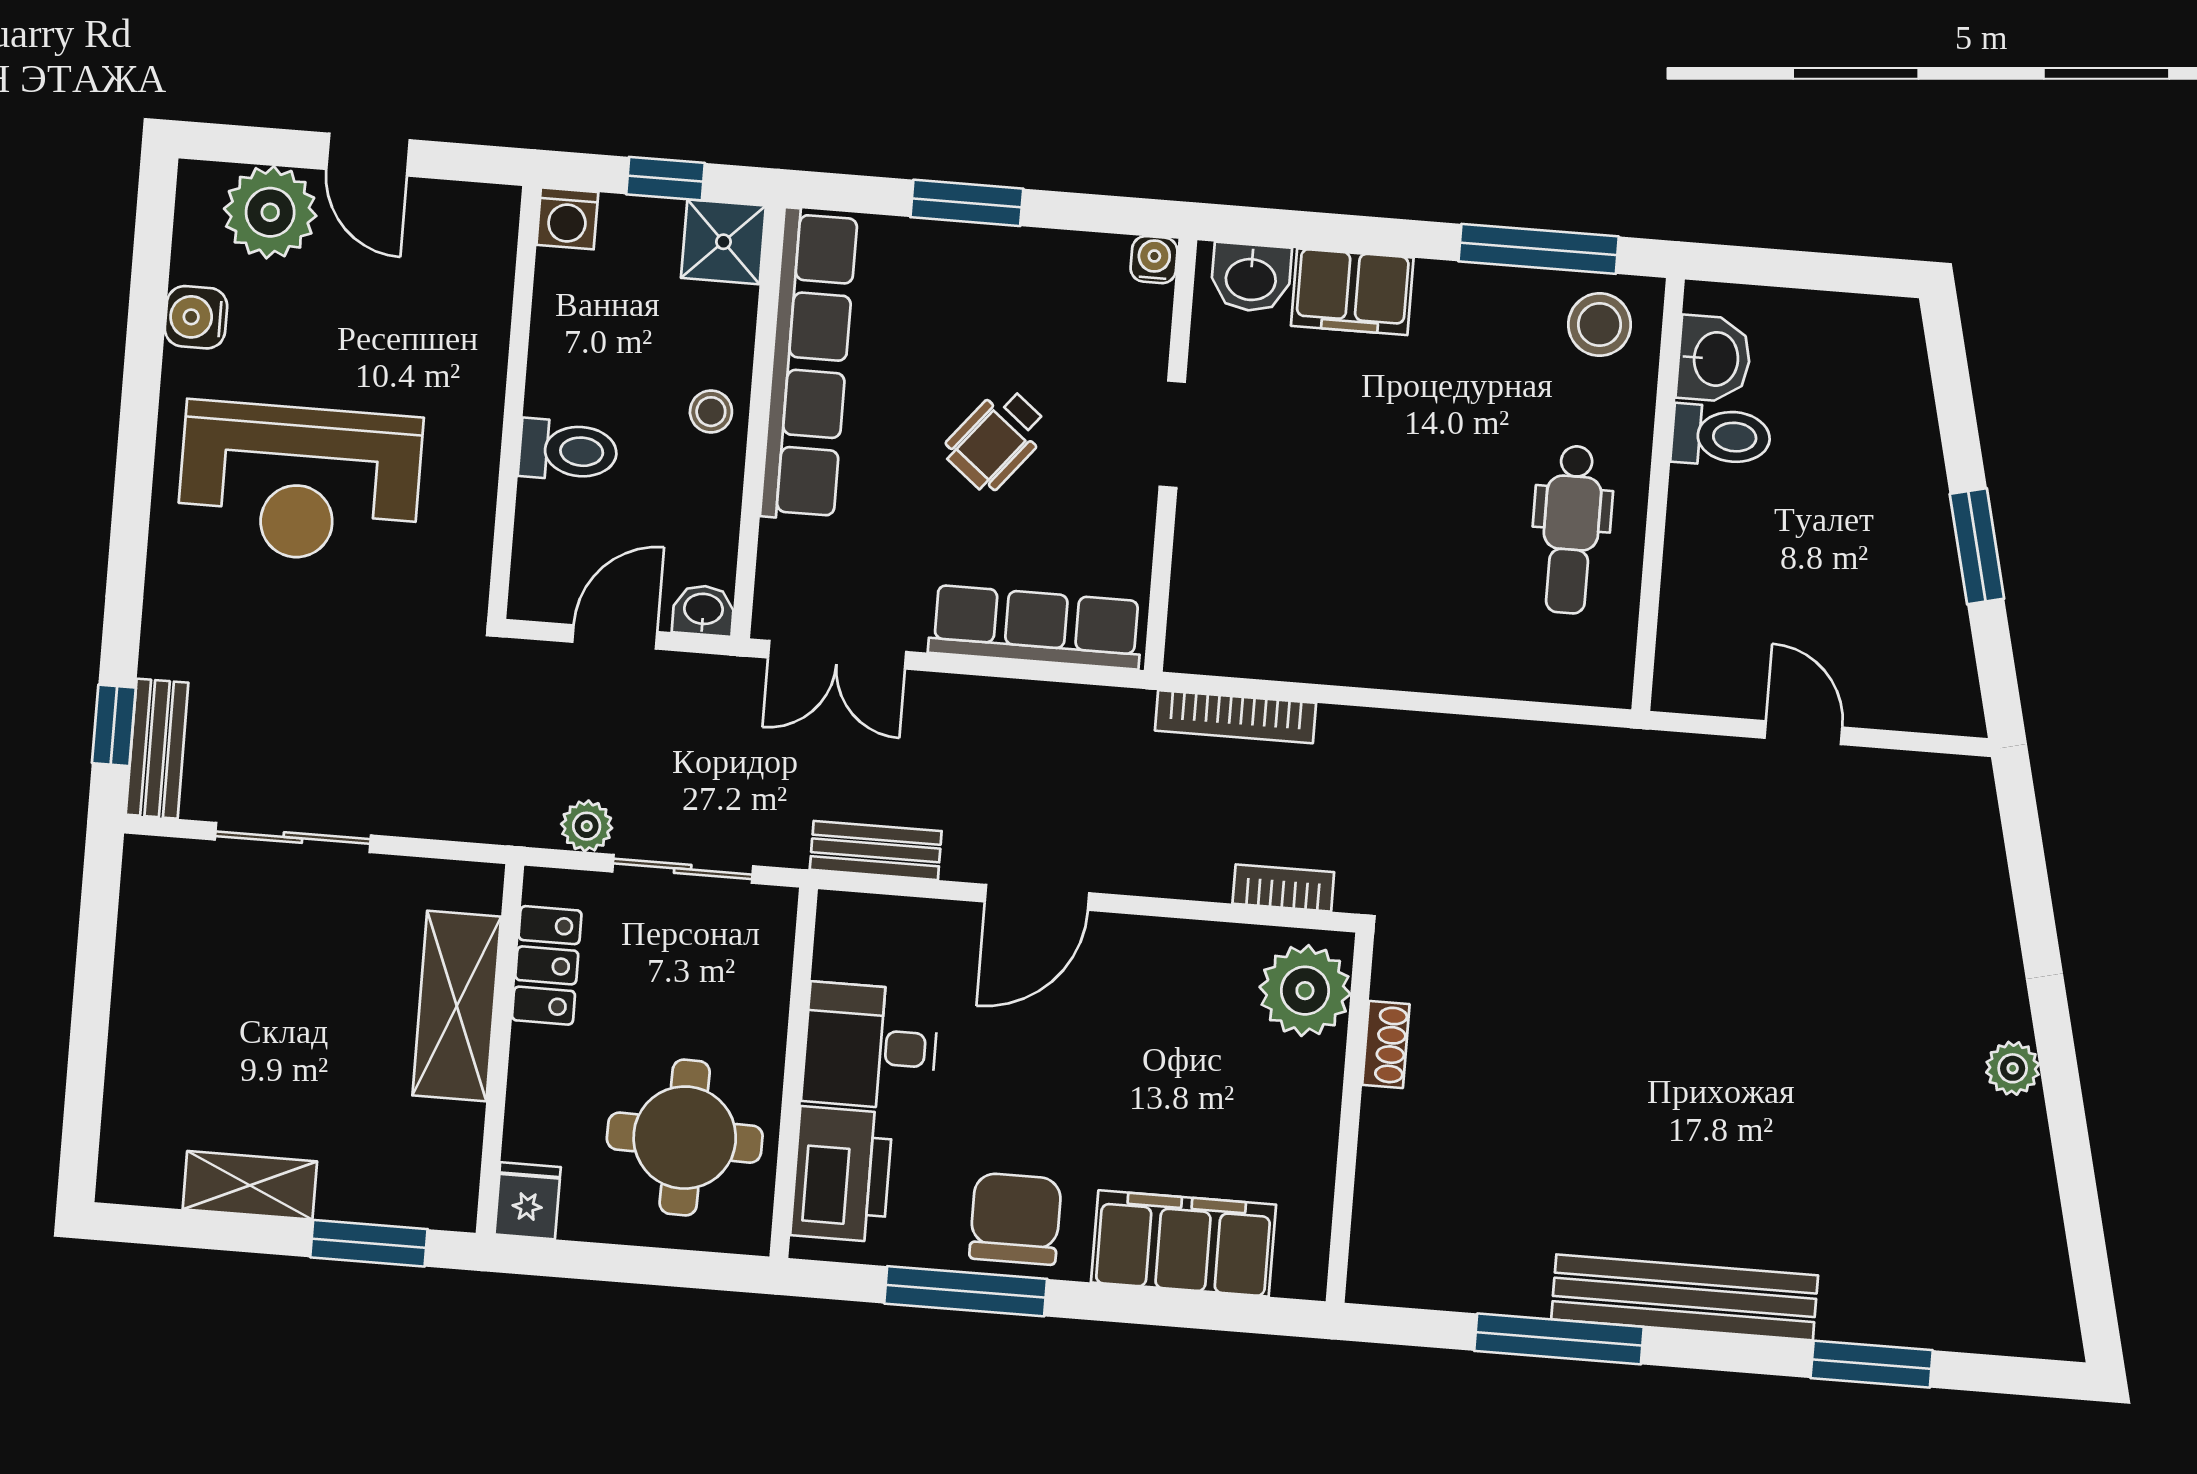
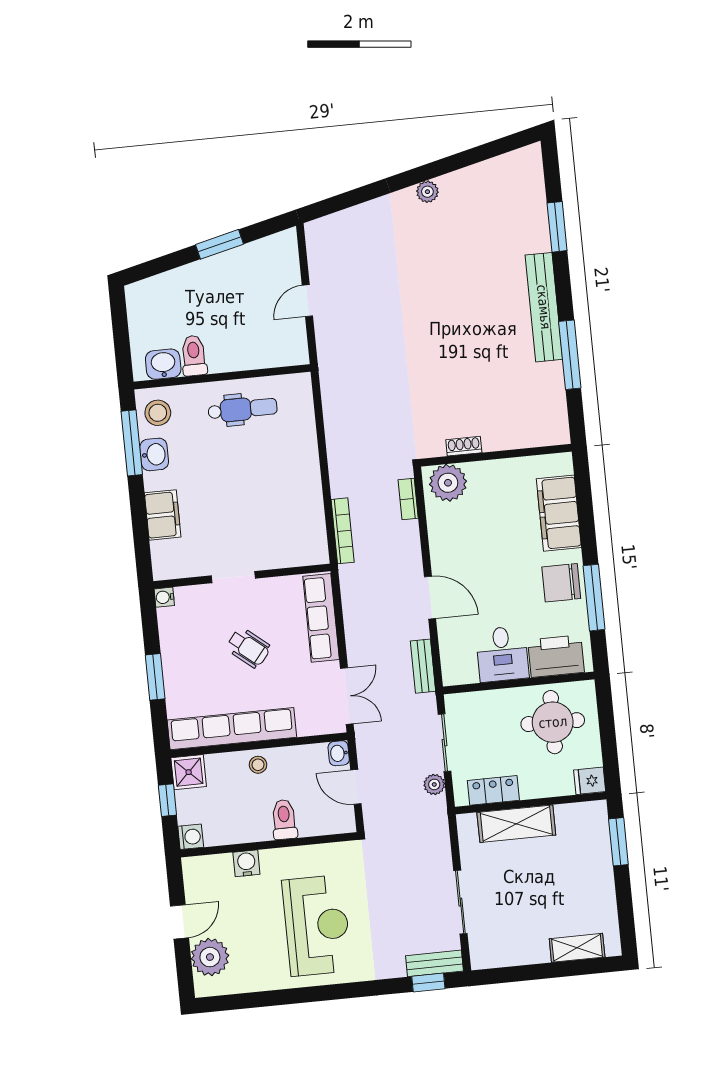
washbasin: (1251, 278) -> (154, 454), moved
water cooler: (196, 317) -> (246, 863), moved, turned 180
shelving: (250, 1185) -> (577, 948), moved, turned 90

